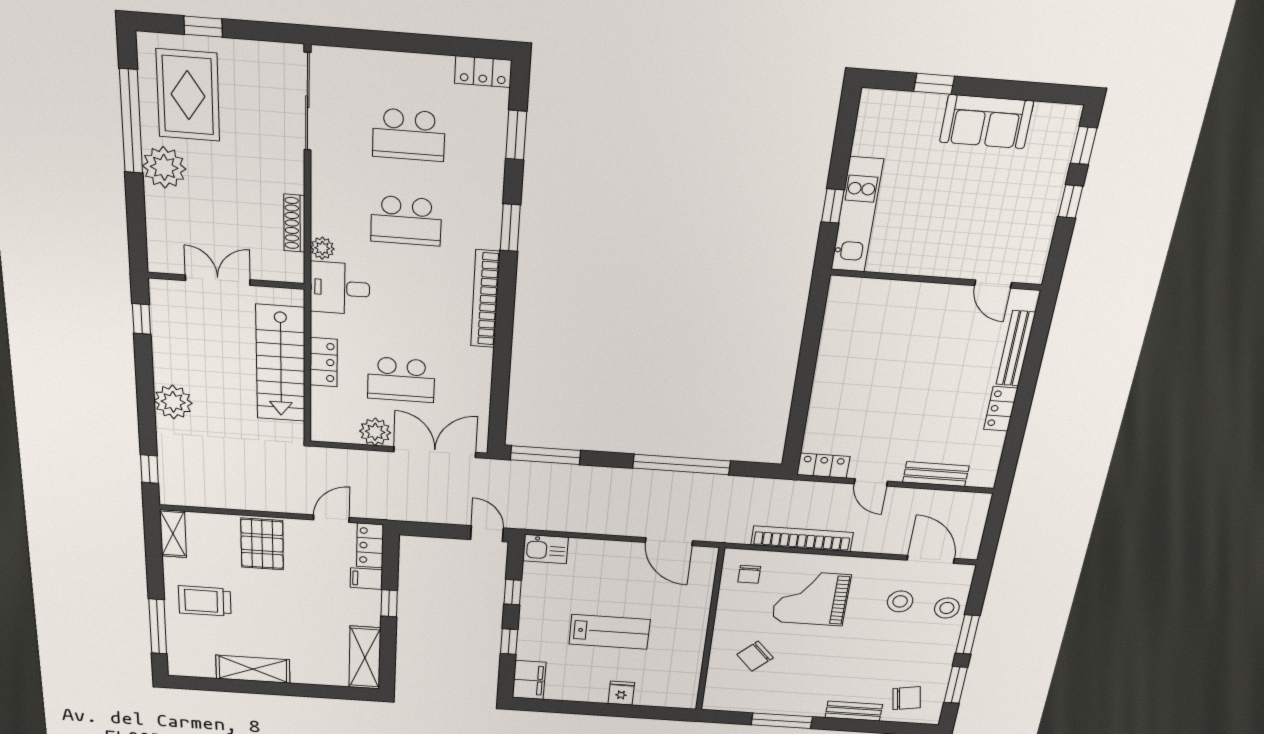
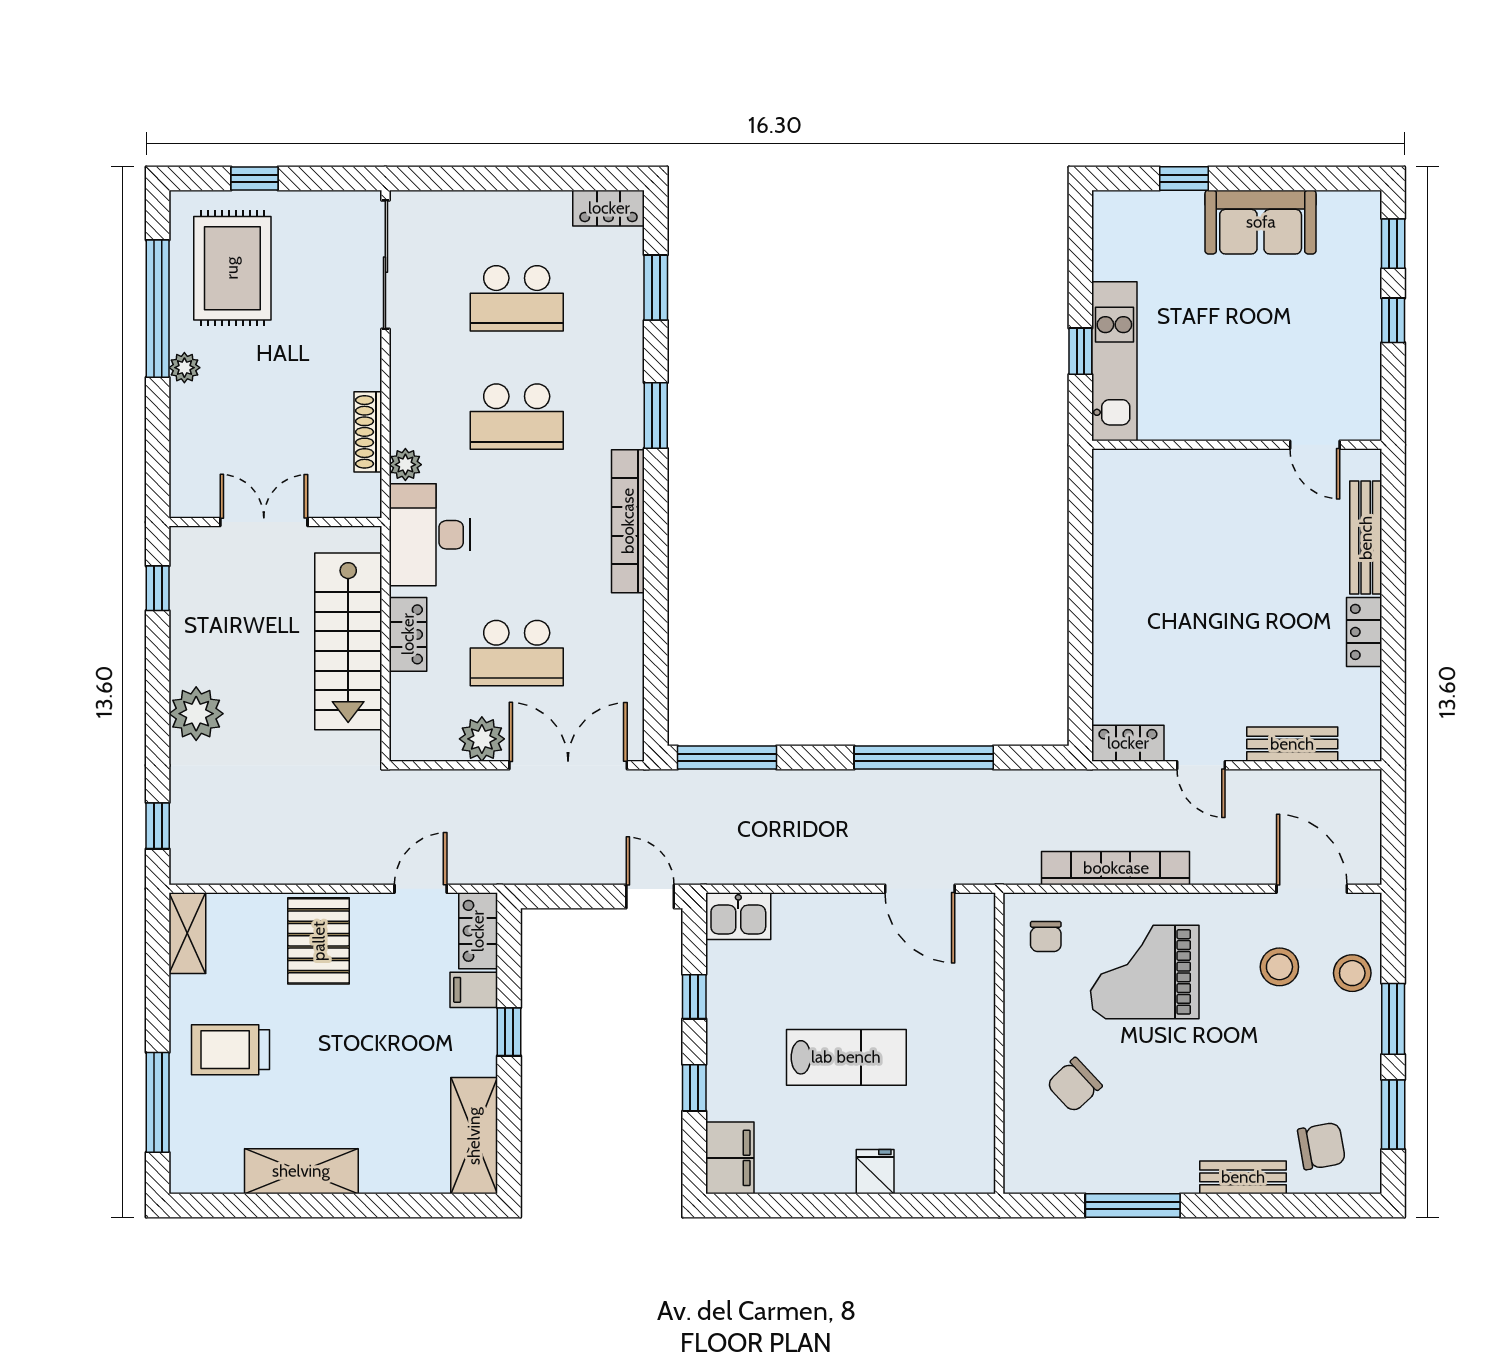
plant: (164, 167) -> (184, 368), width x0.53, depth x0.53
desk: (340, 288) -> (429, 535), width x1.37

